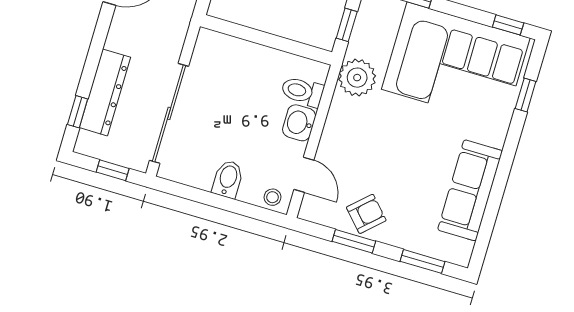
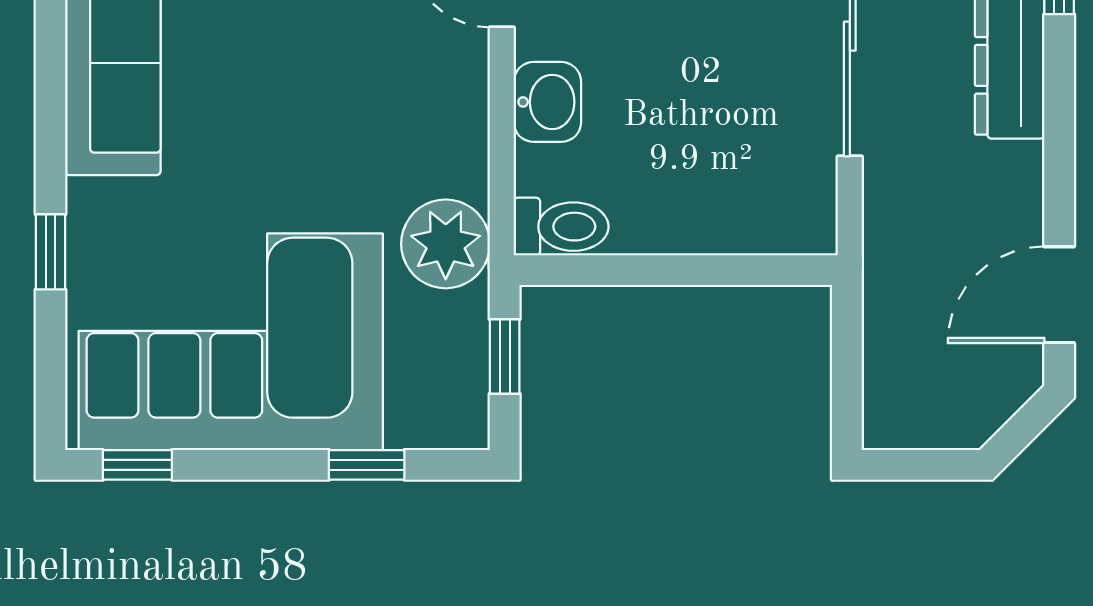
toilet: (302, 91) -> (561, 227), moved
window: (526, 95) -> (50, 252), moved

